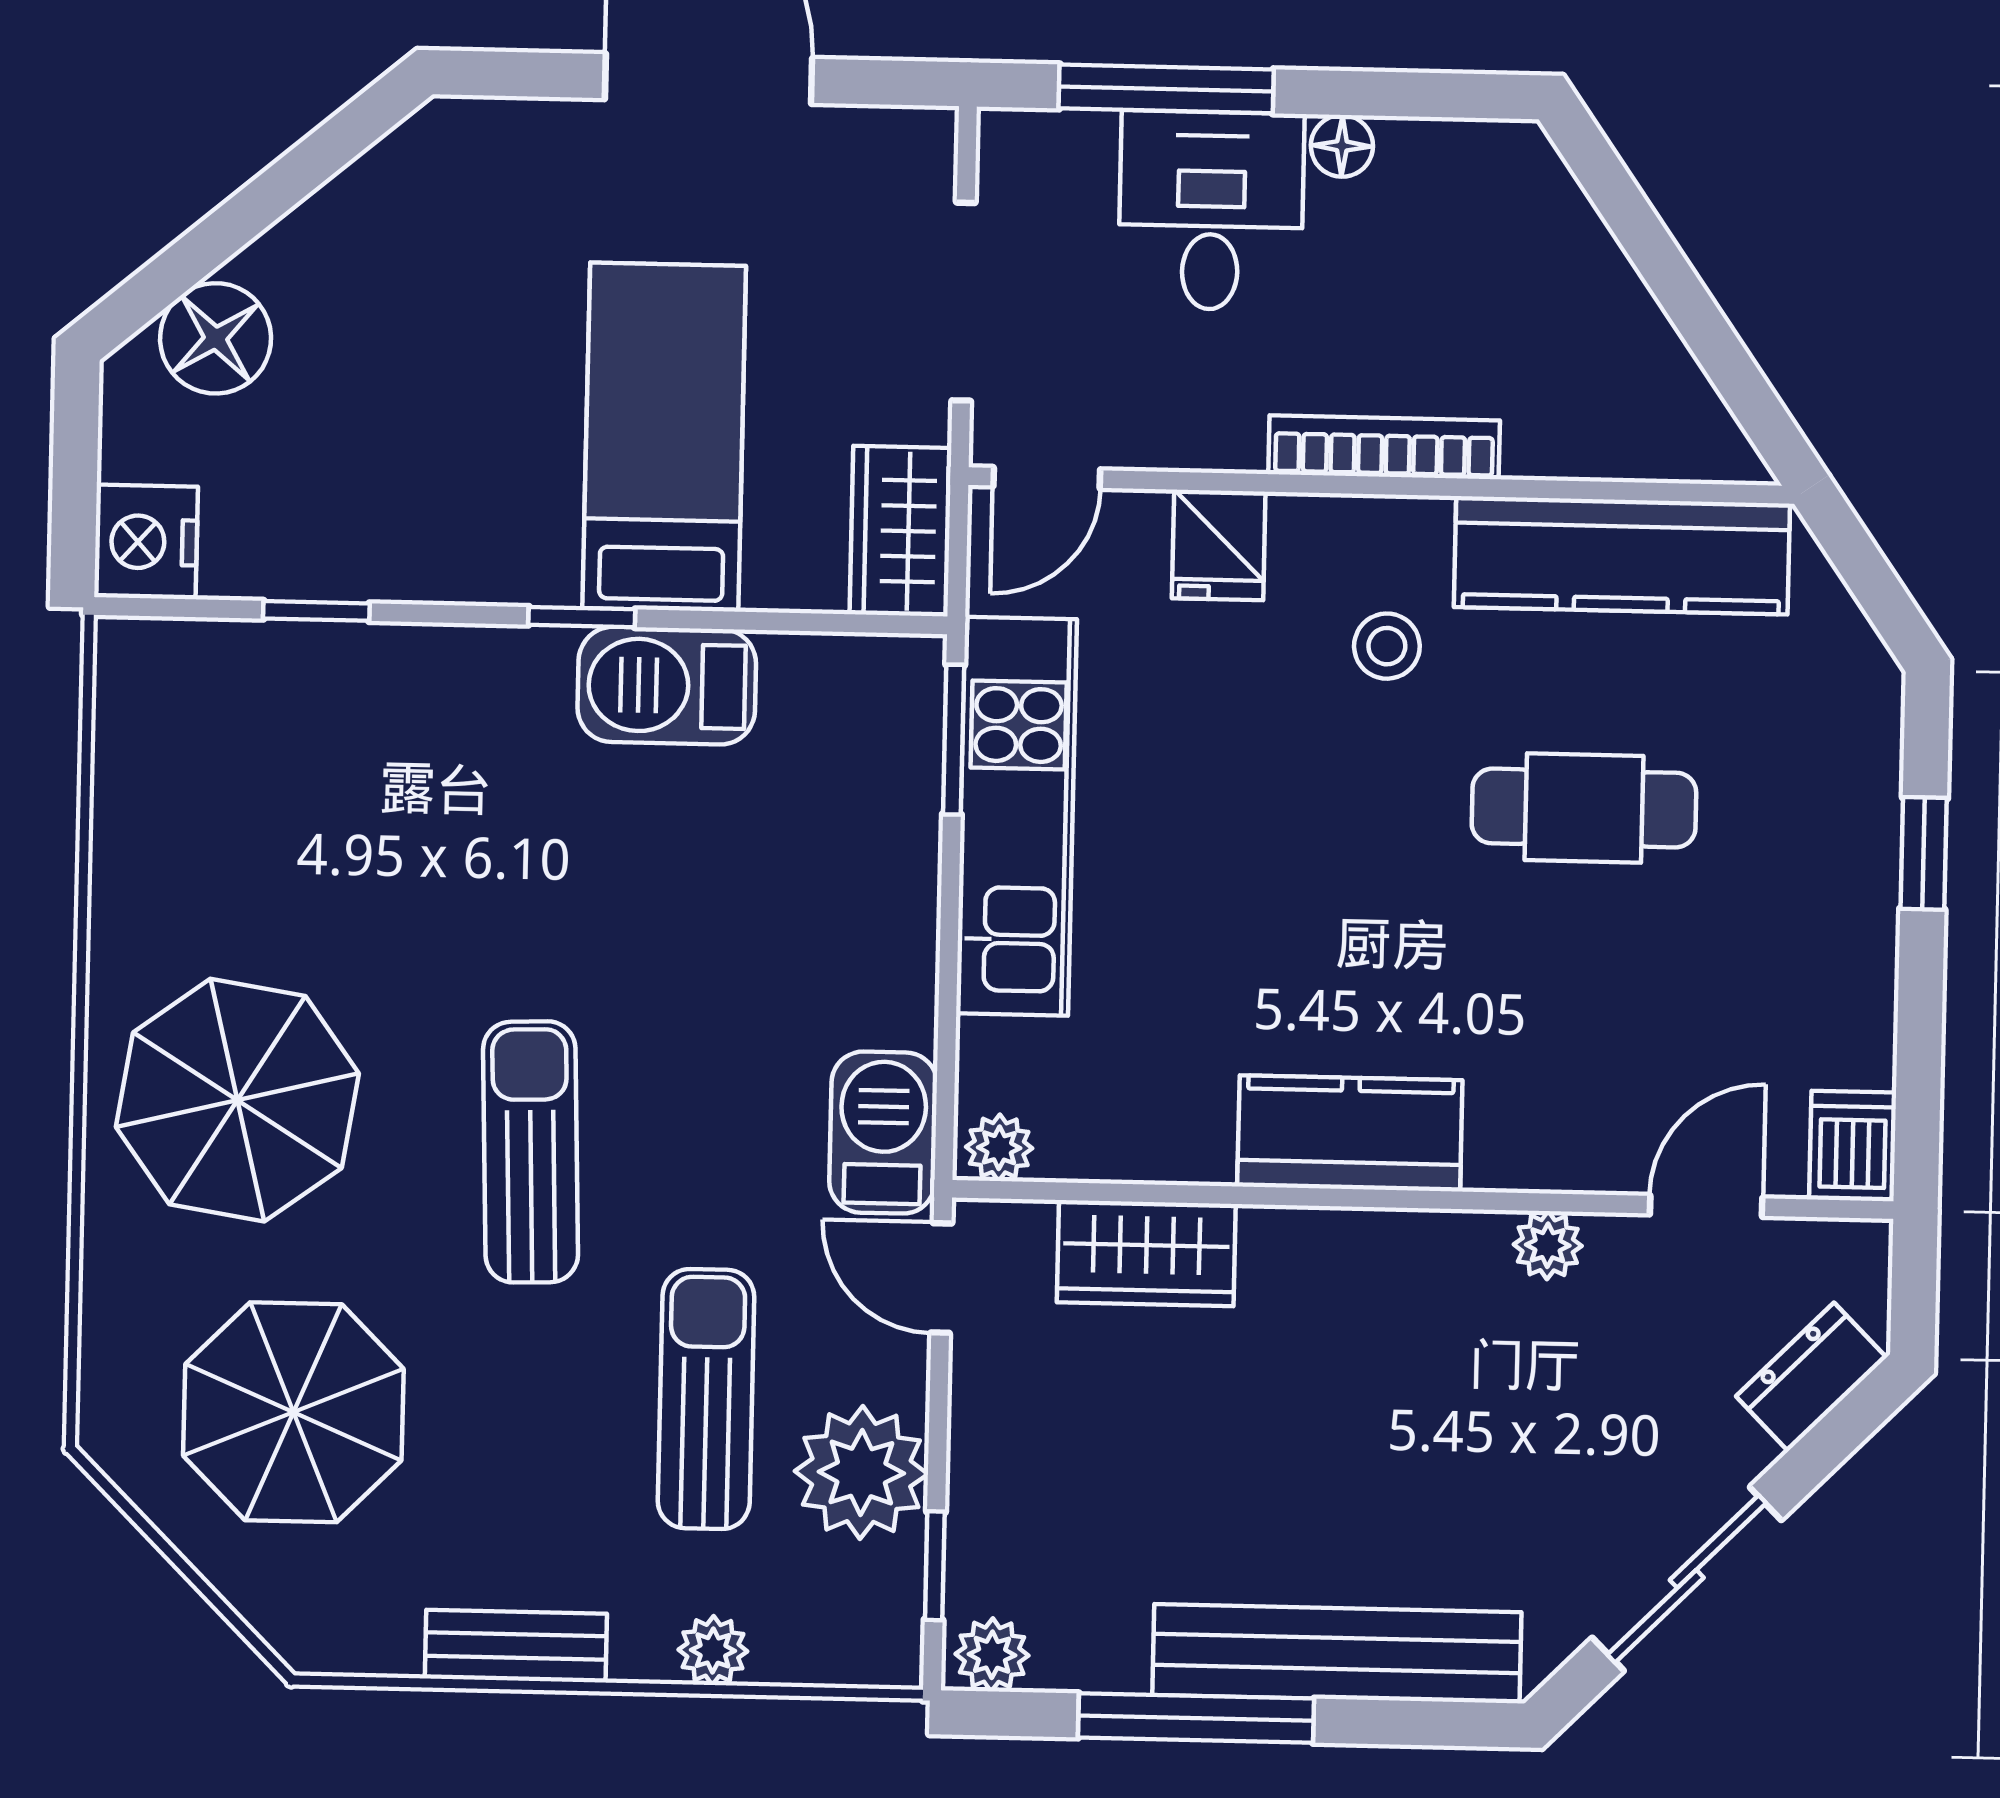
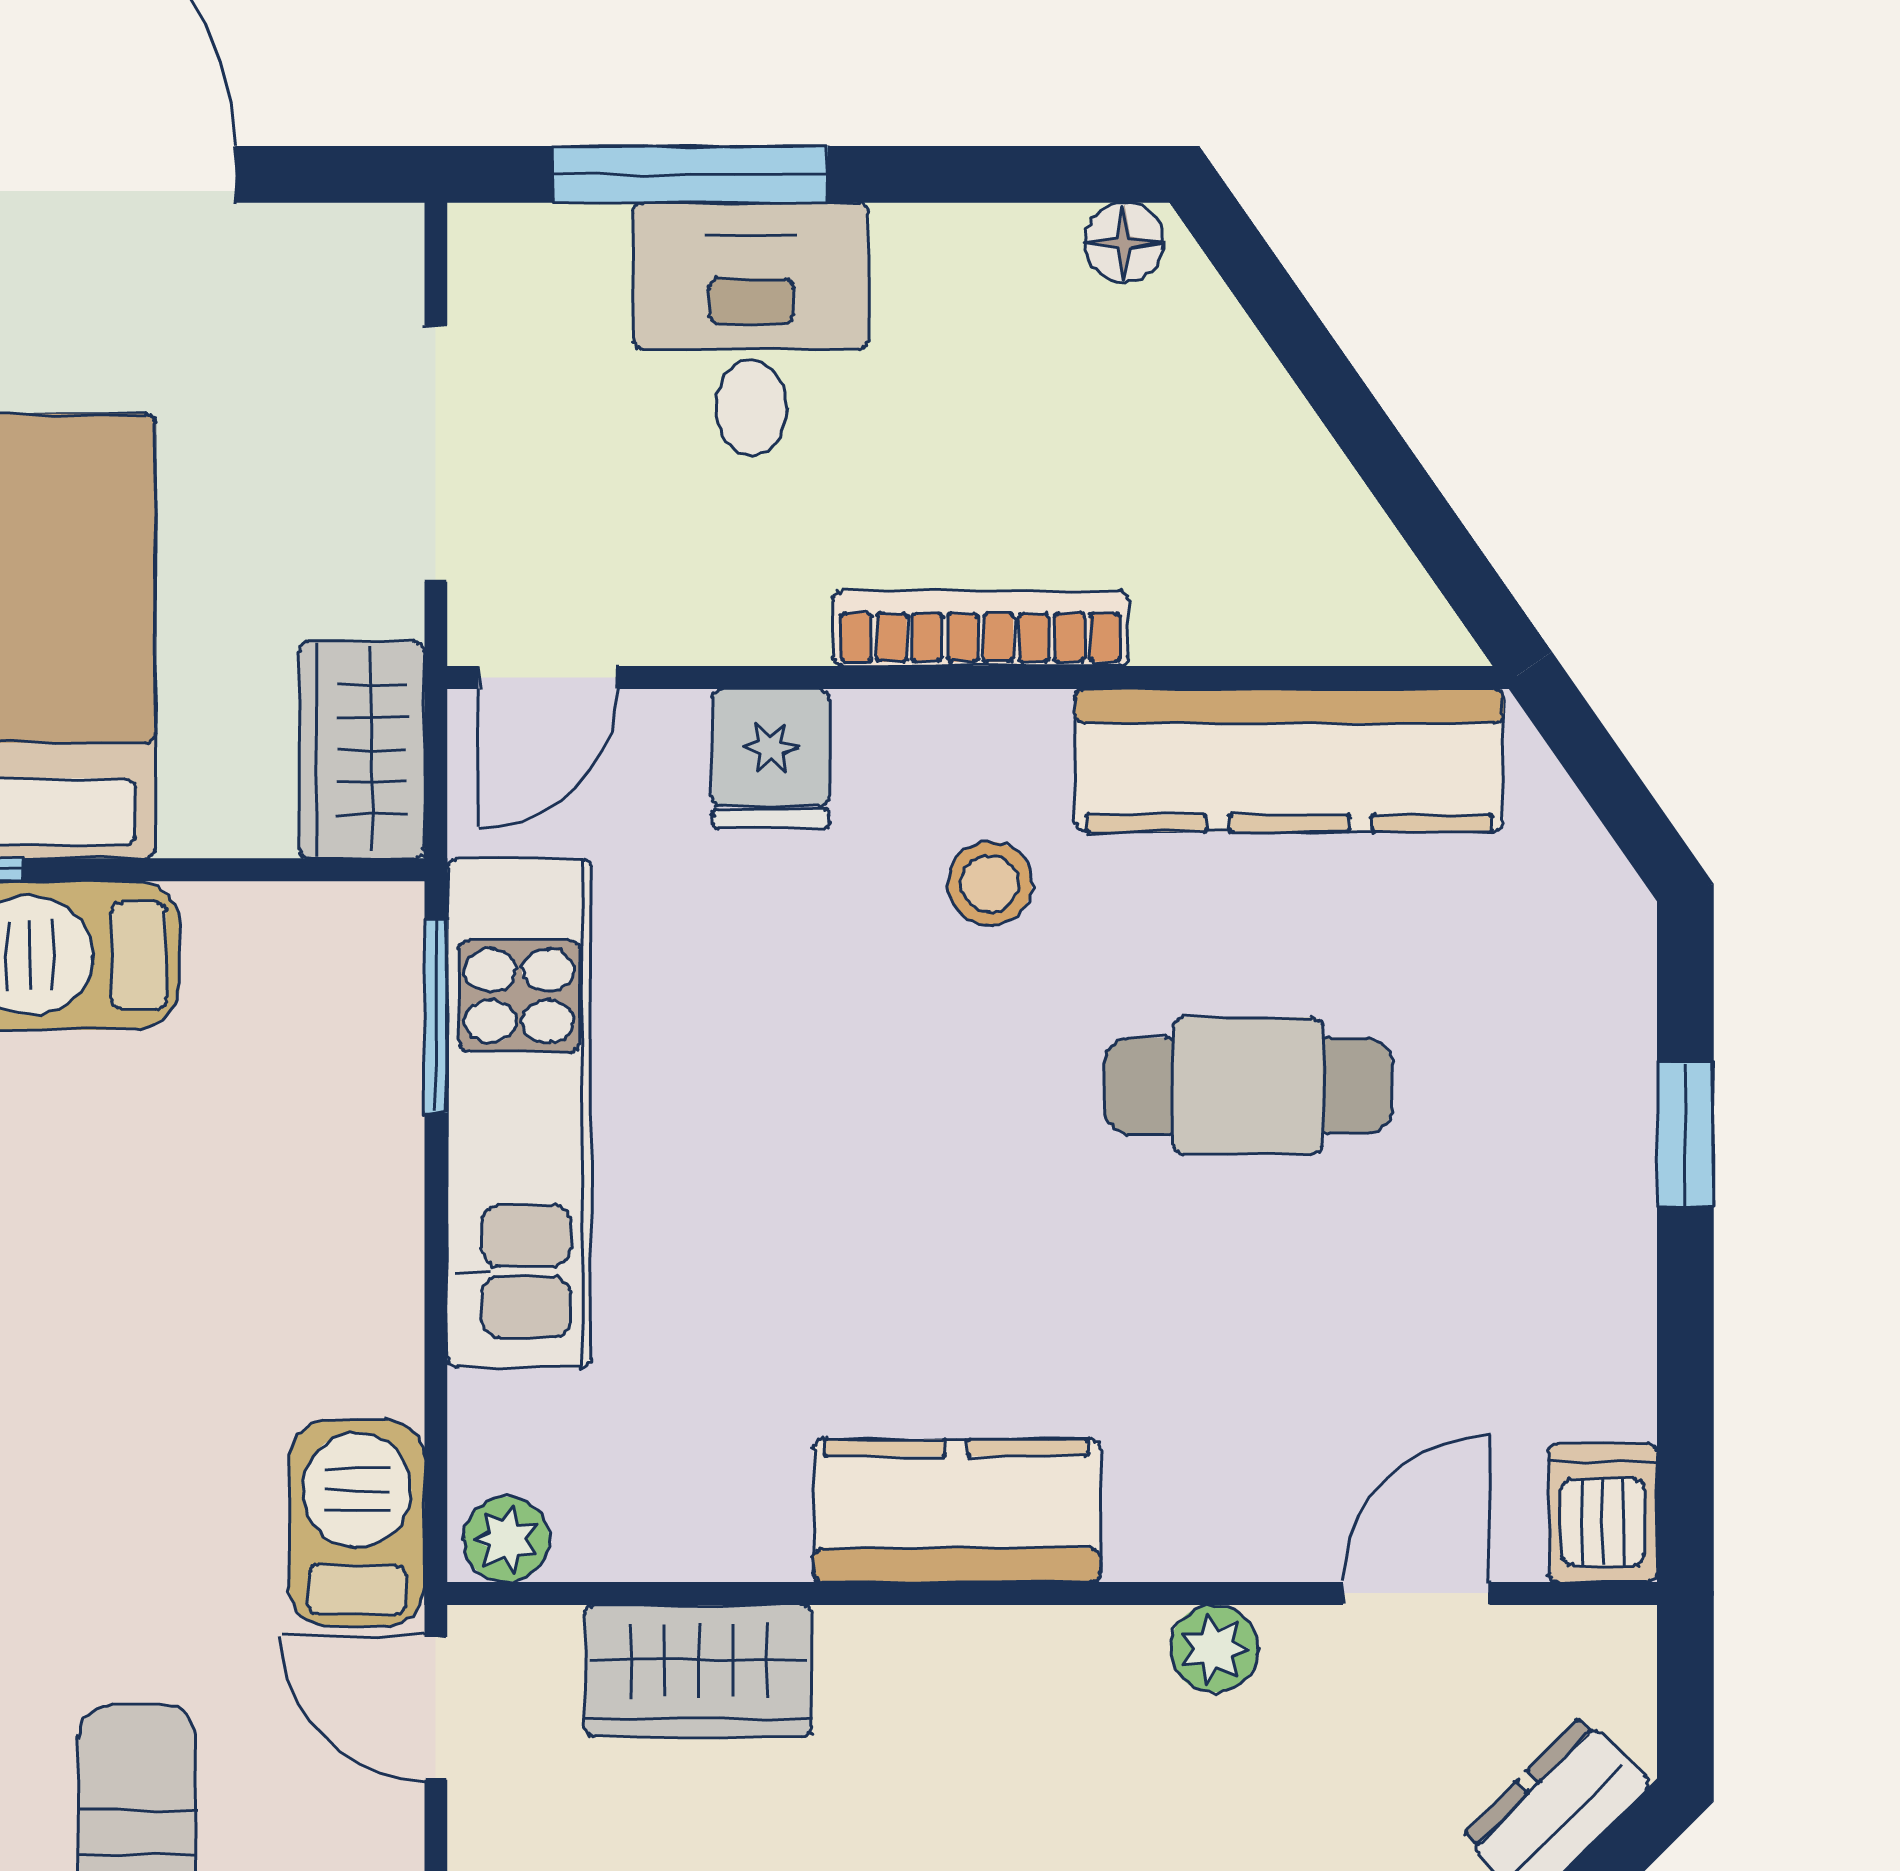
floor lamp: (1342, 146) -> (1124, 242), moved

